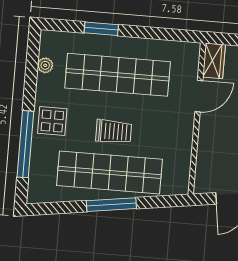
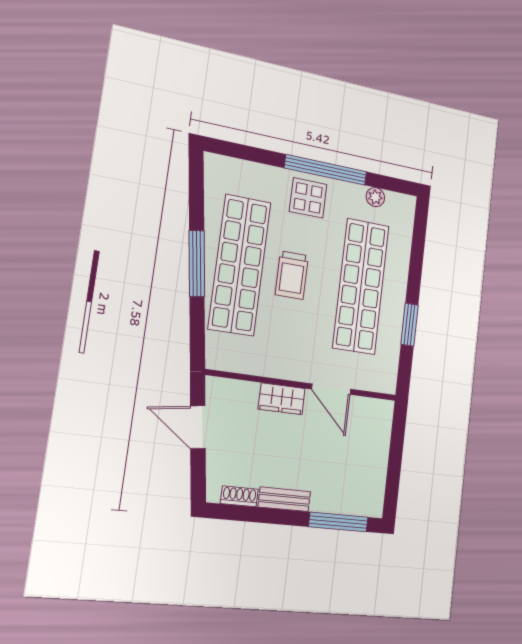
window: (101, 29) -> (410, 325), moved
wardrobe: (214, 61) -> (282, 399), moved
window: (25, 144) -> (326, 170), moved

